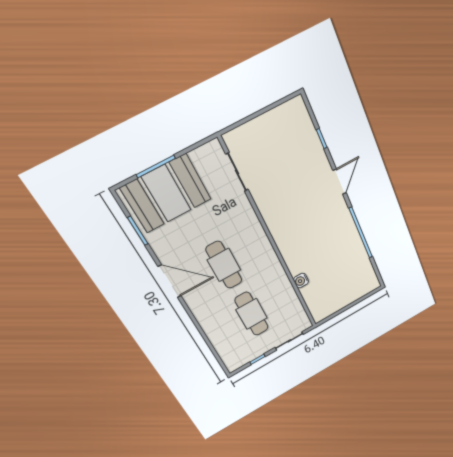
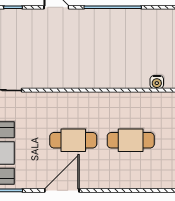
water cooler: (301, 281) -> (157, 82), moved

